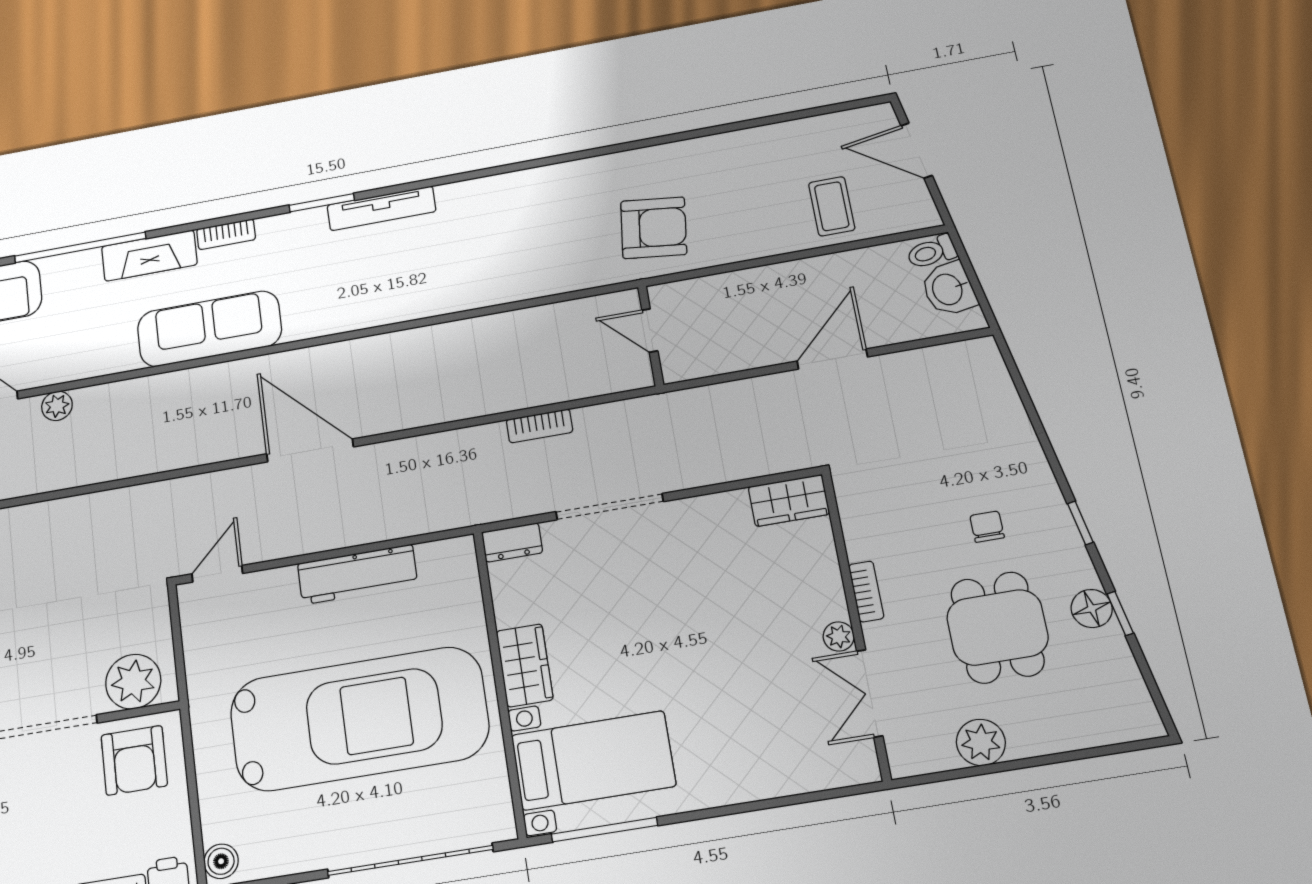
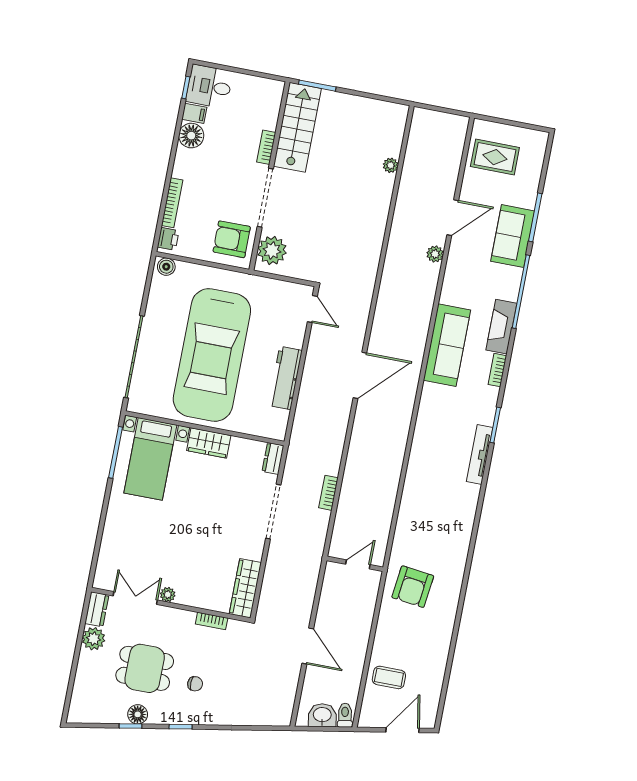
wardrobe: (789, 500) -> (245, 588), width x1.50
bookcase: (866, 591) -> (212, 621), moved
dresser: (921, 757) -> (97, 609), added

